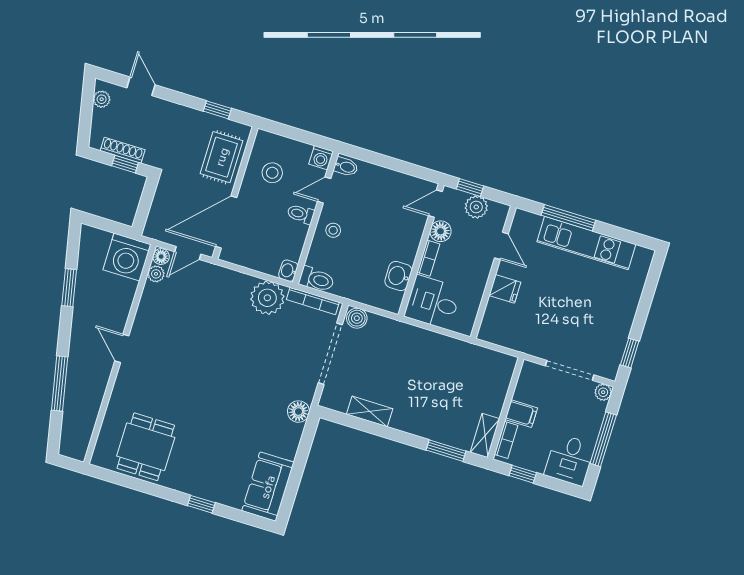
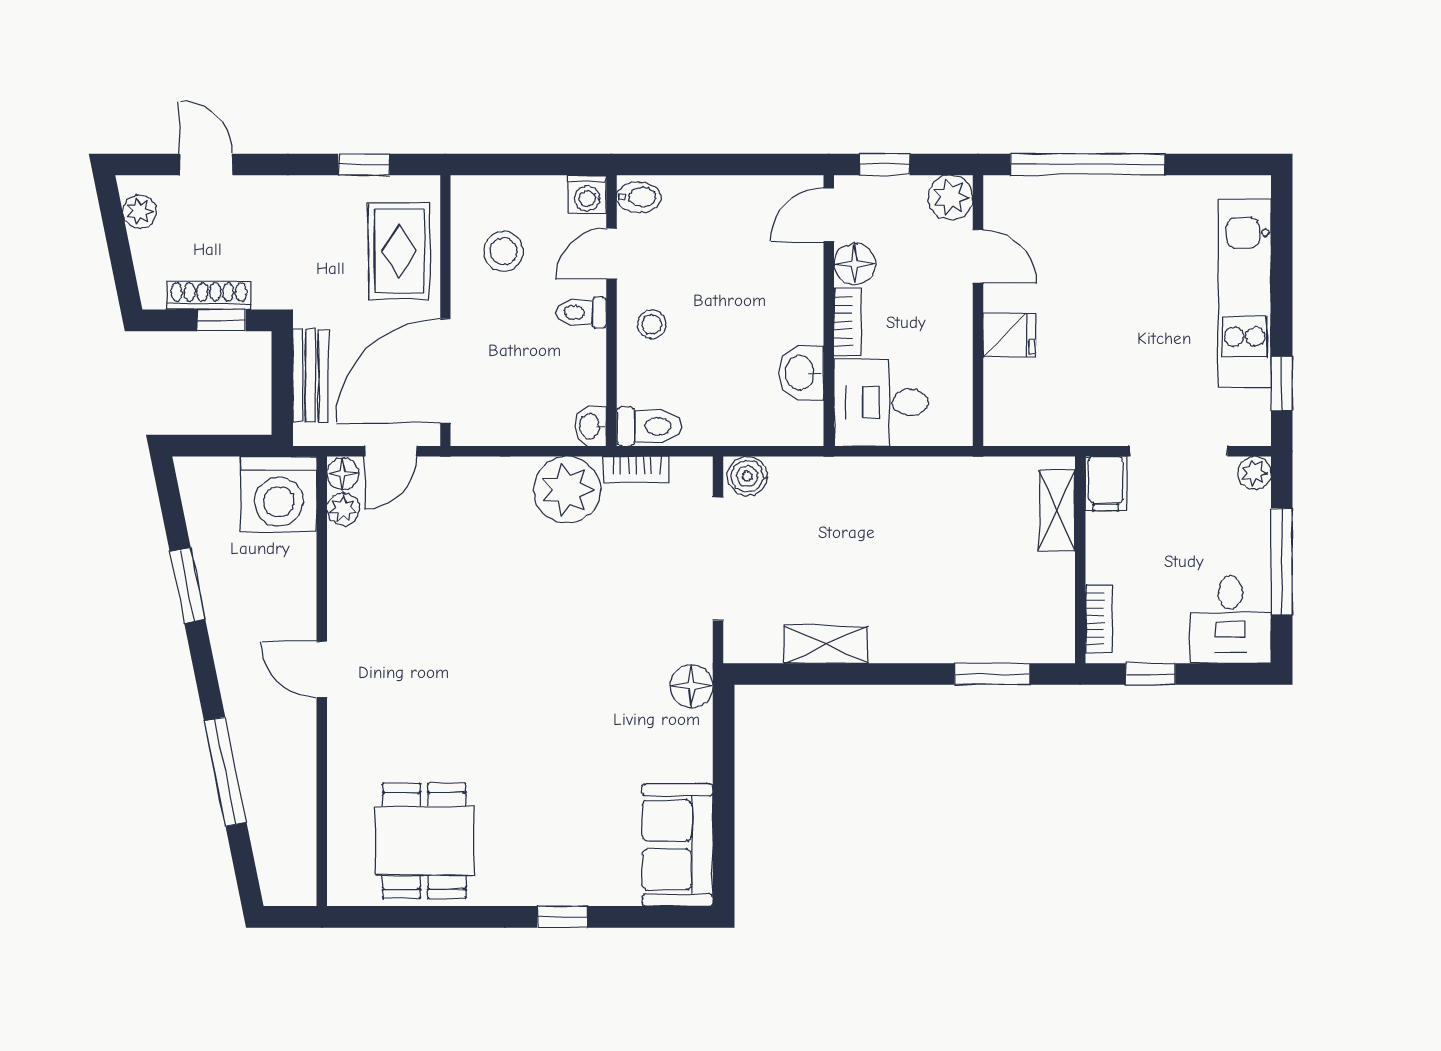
bench: (160, 204) -> (311, 375), added
plant: (476, 207) -> (950, 197), moved
window: (568, 218) -> (1088, 164), width x1.46
kitchen unit: (586, 243) -> (1245, 293), moved, turned 90
bookcase: (313, 301) -> (636, 469), width x0.64
filing cabinet: (521, 414) -> (1106, 484), moved, turned 90
shelving: (485, 435) -> (1057, 510), moved

